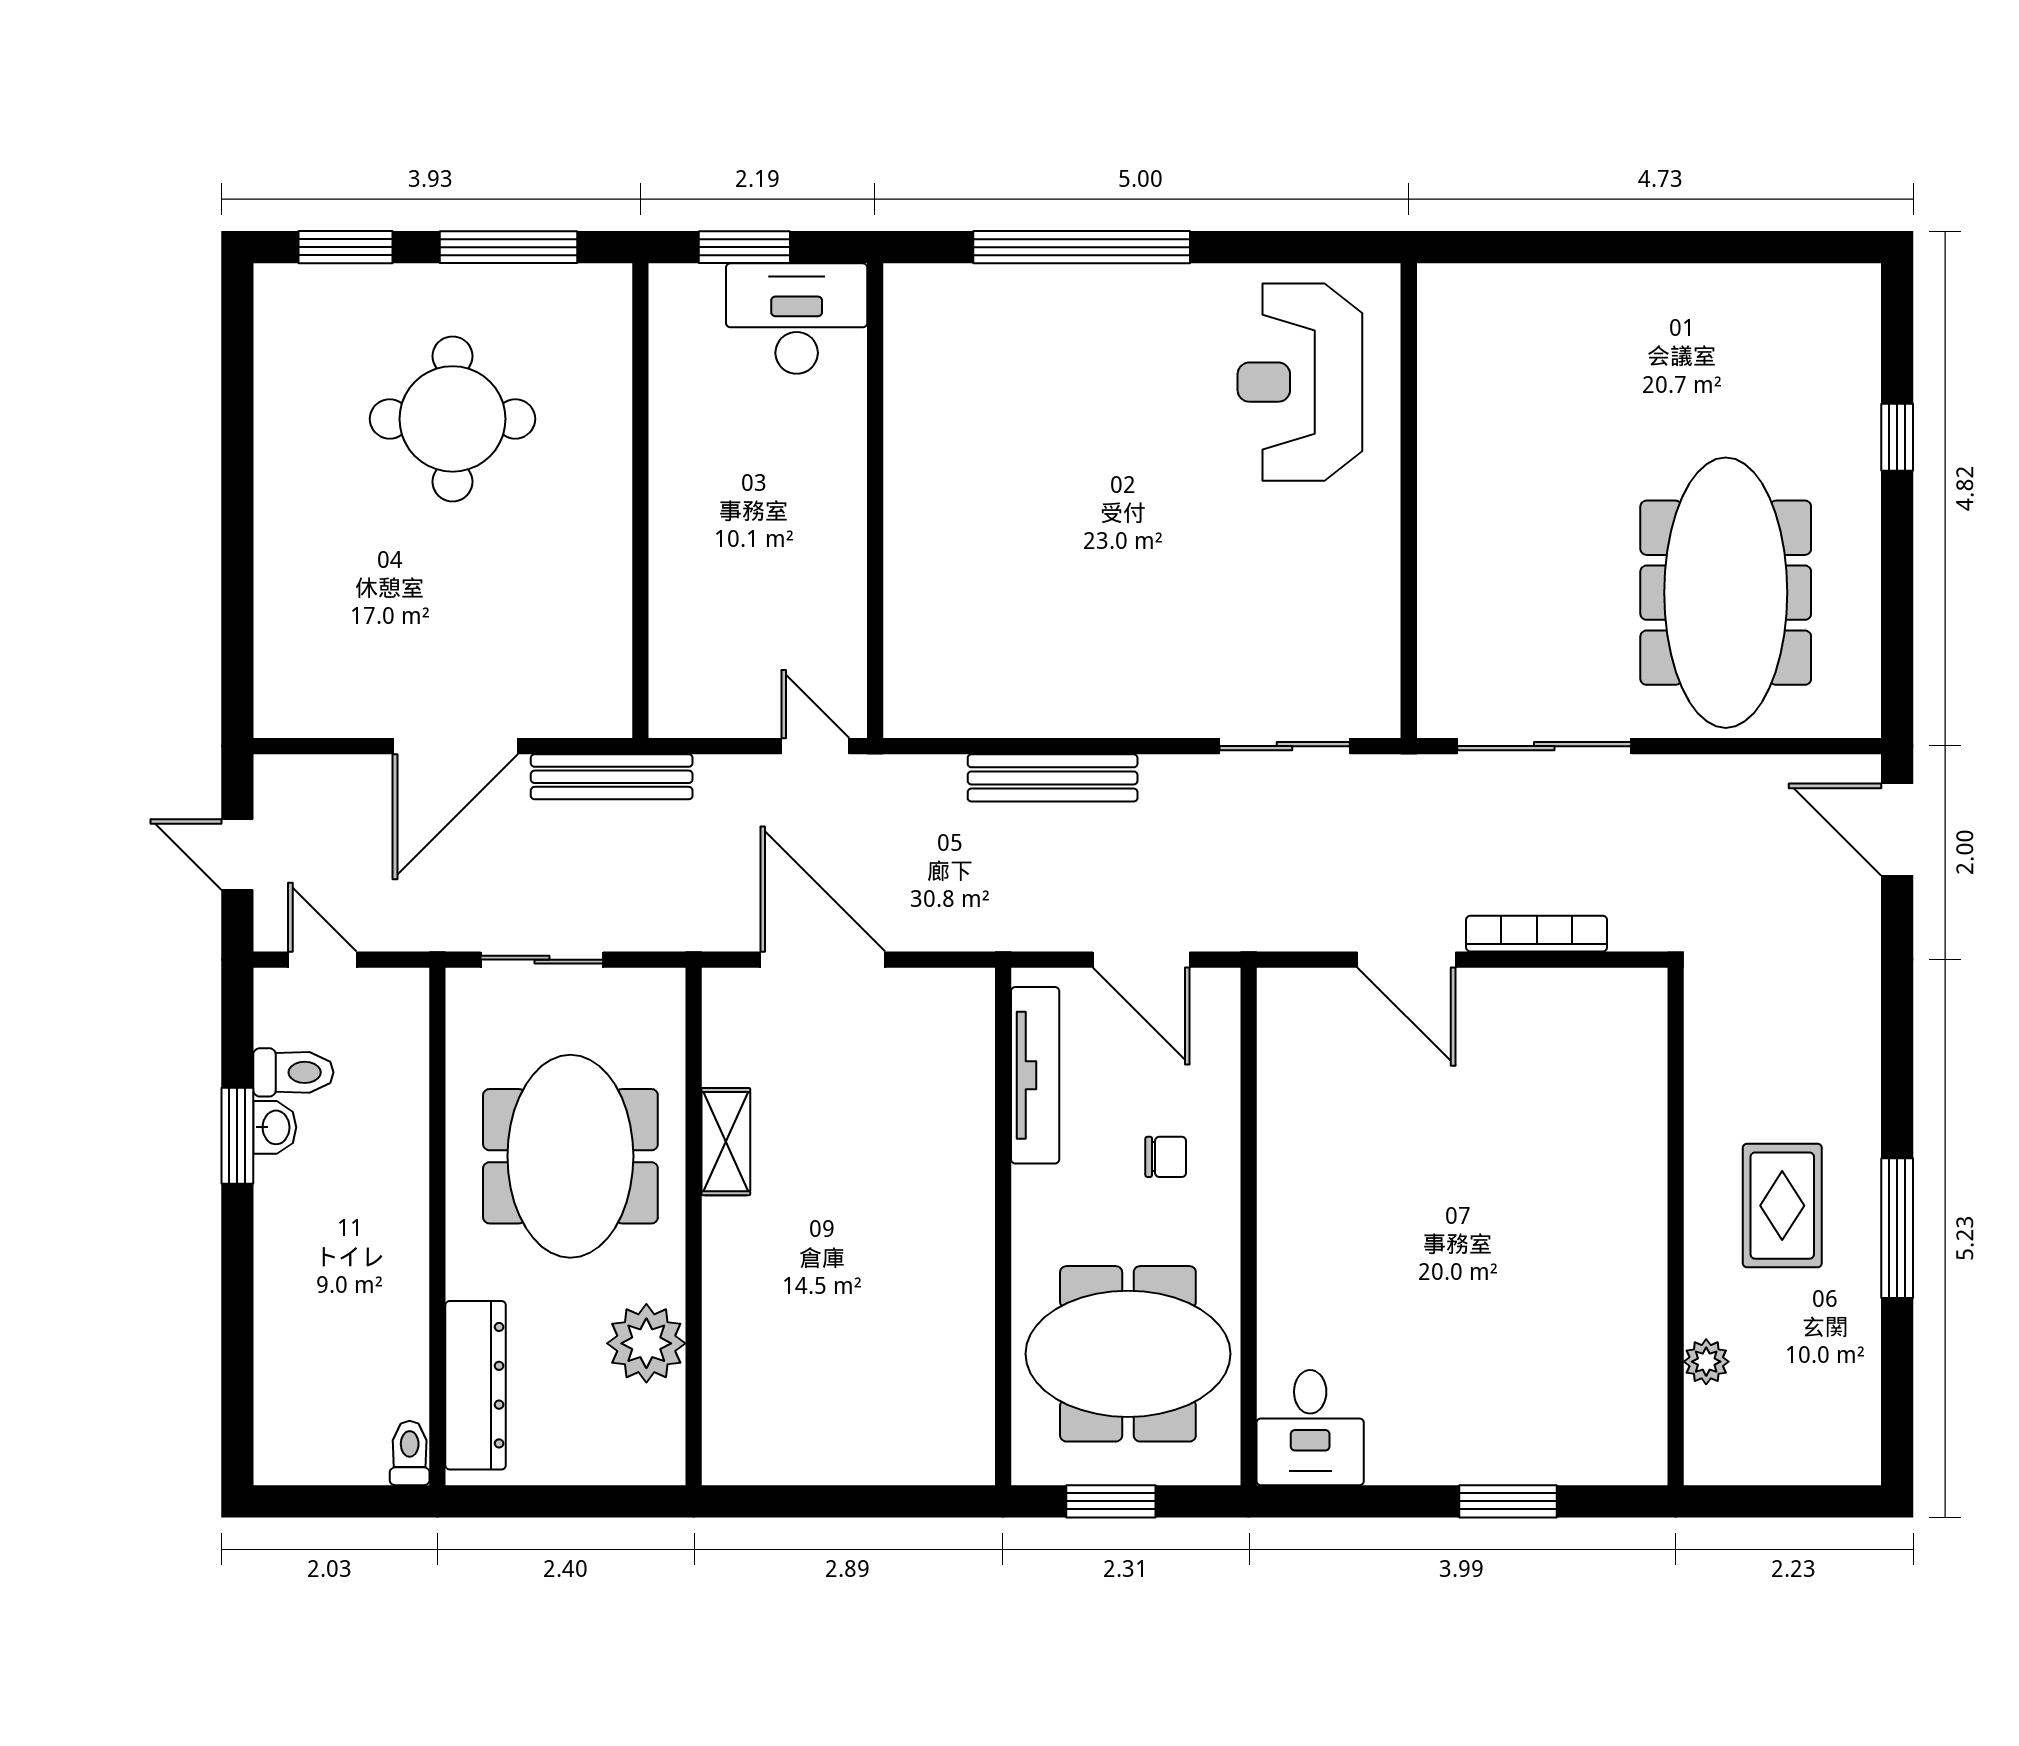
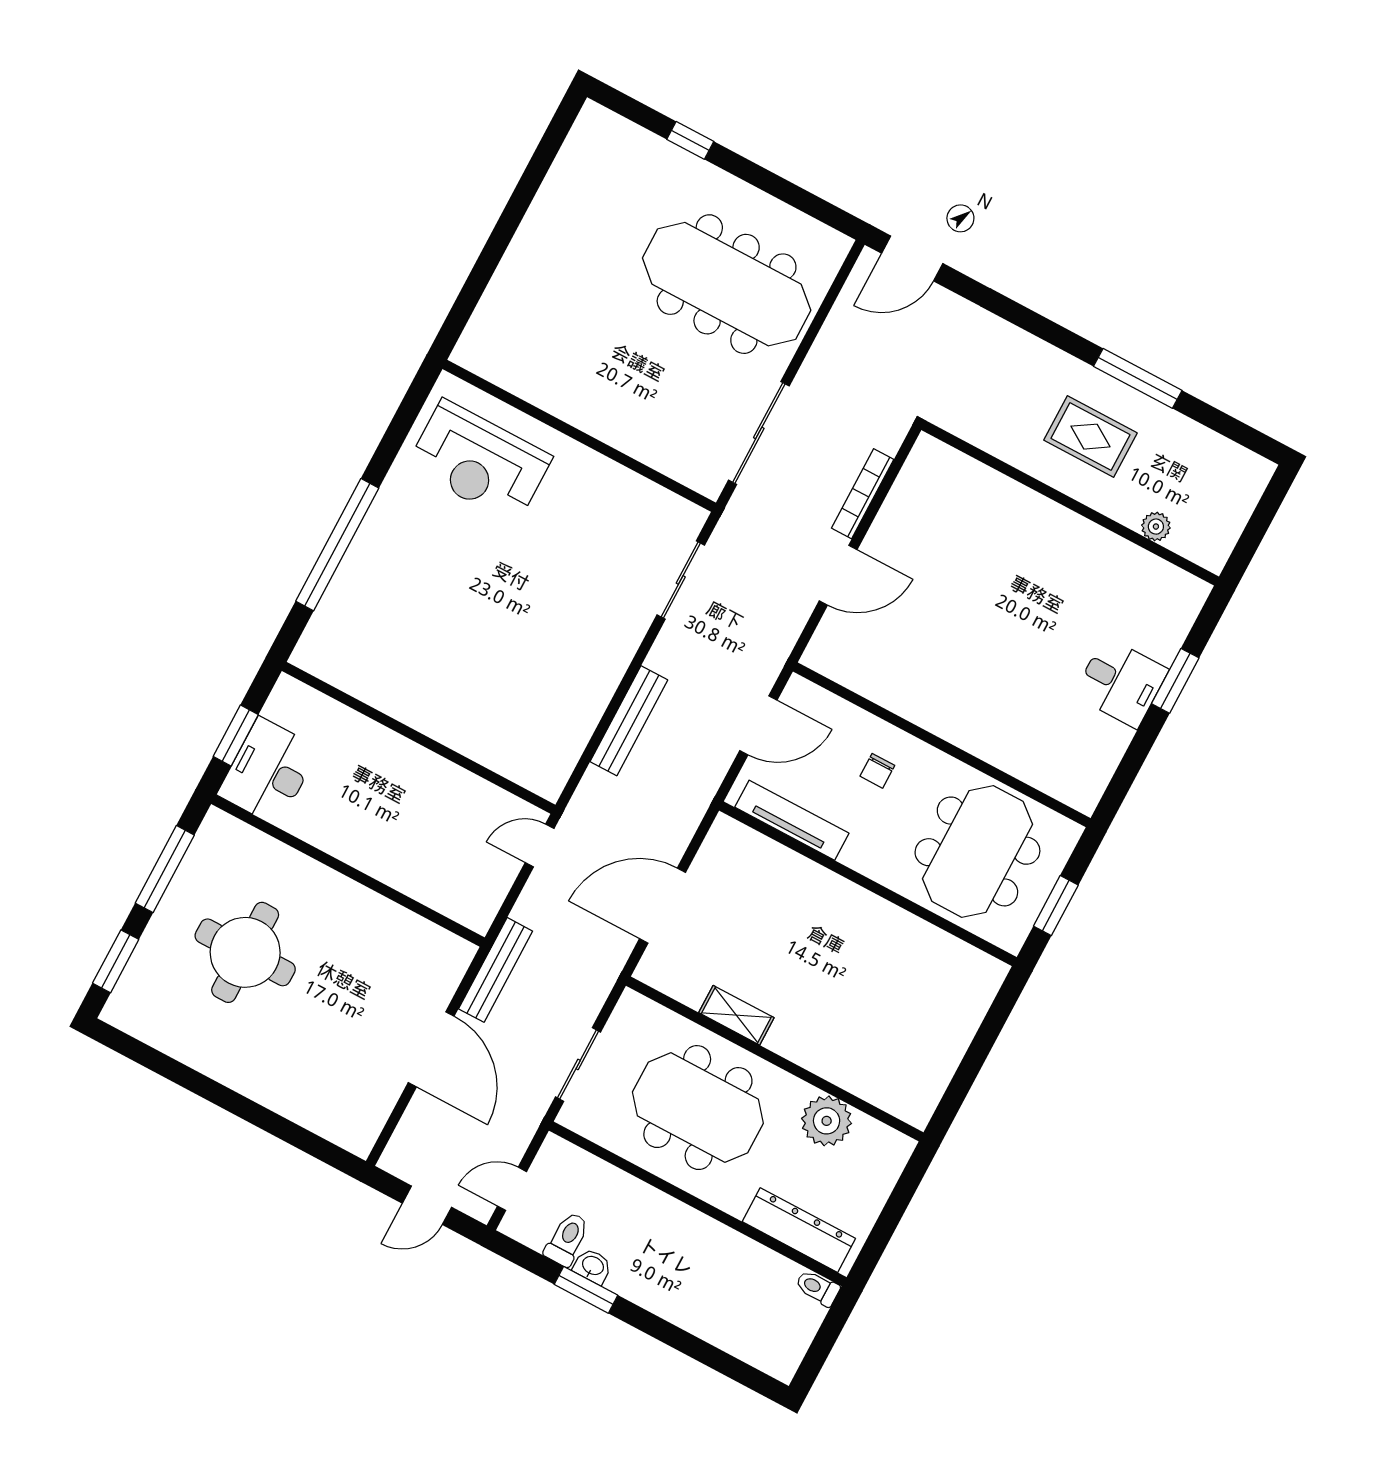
desk: (797, 319) -> (268, 772), moved
chair: (1166, 1157) -> (877, 771), turned 180
desk: (1310, 1428) -> (1121, 682), moved

